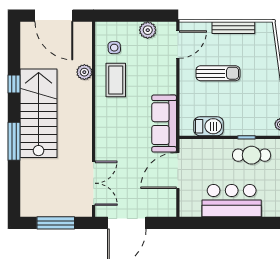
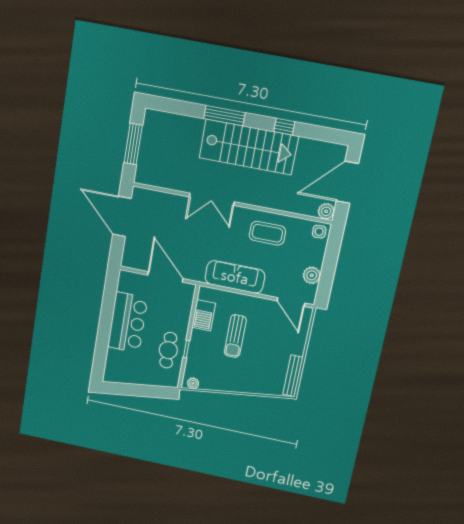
bench: (233, 28) -> (293, 376), moved
side table: (114, 48) -> (319, 232), moved
plant: (84, 72) -> (326, 211), moved
sun lounger: (218, 73) -> (235, 336), moved
sofa: (164, 124) -> (235, 277), moved
double door: (94, 183) -> (212, 199), moved

